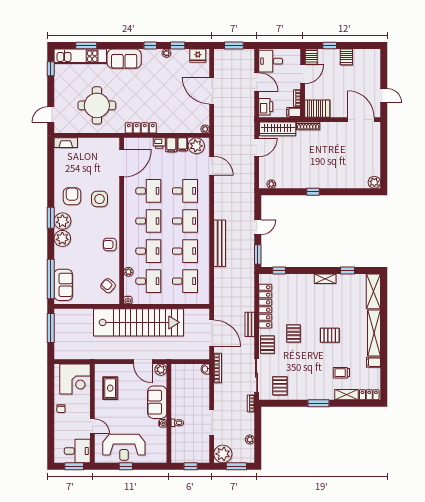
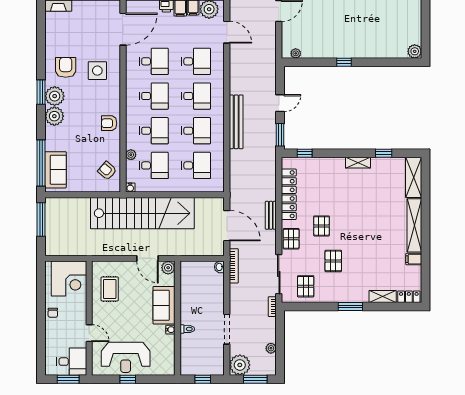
pallet: (330, 335) -> (333, 261), moved, turned 90
trolley: (341, 373) -> (377, 271), removed

